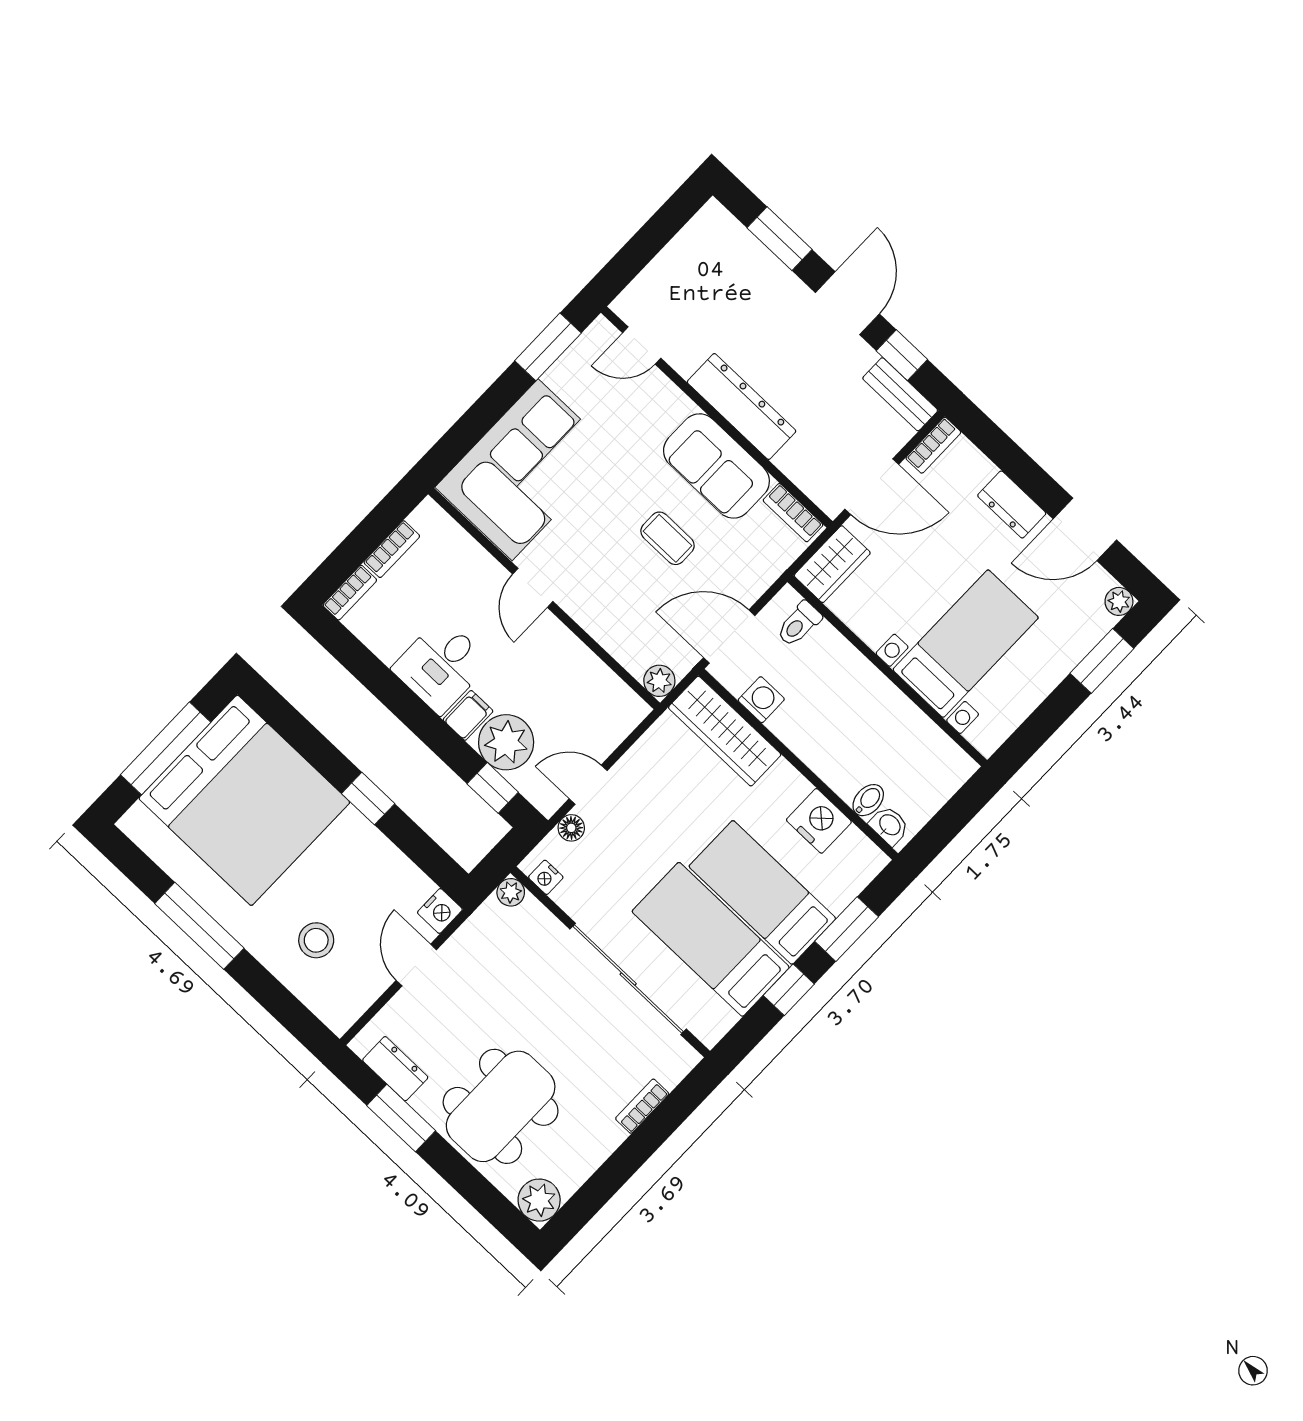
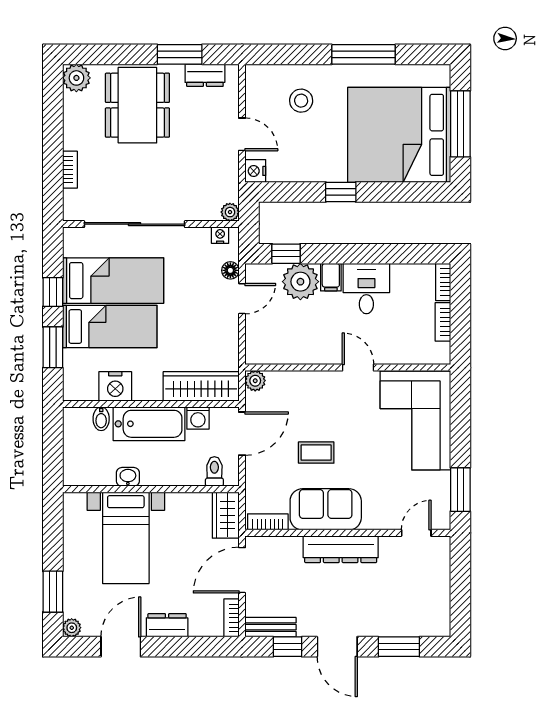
bathtub: (821, 745) -> (149, 424), added
washbasin: (889, 825) -> (128, 477), moved, turned 180

